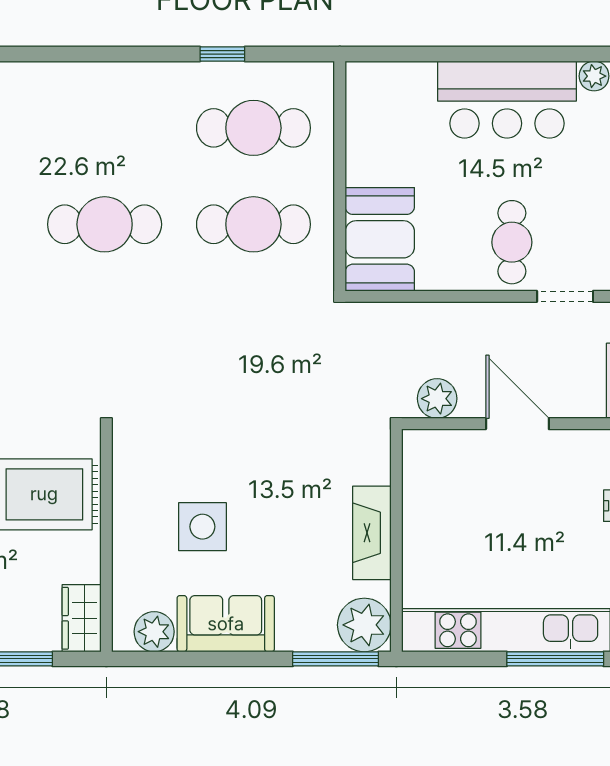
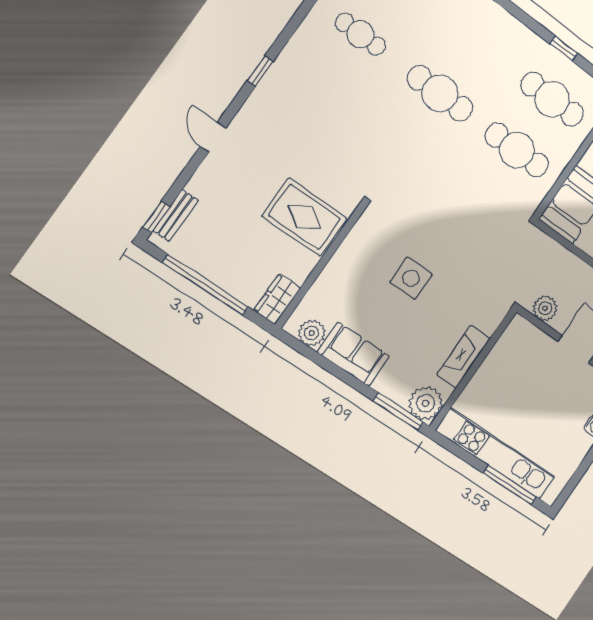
side table: (202, 527) -> (411, 278), moved

